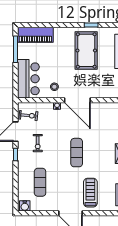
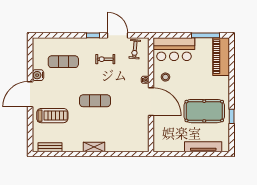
door: (77, 100) -> (151, 102), swing flipped
water cooler: (25, 206) -> (38, 75), moved

